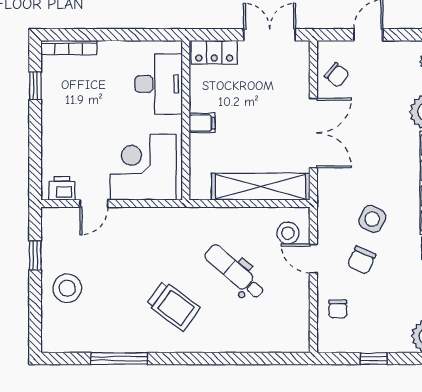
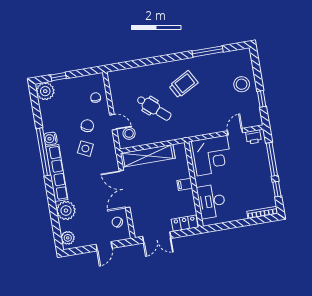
window: (35, 142) -> (272, 159), added
trolley: (173, 306) -> (183, 84), turned 115
window: (374, 359) -> (58, 77), moved

